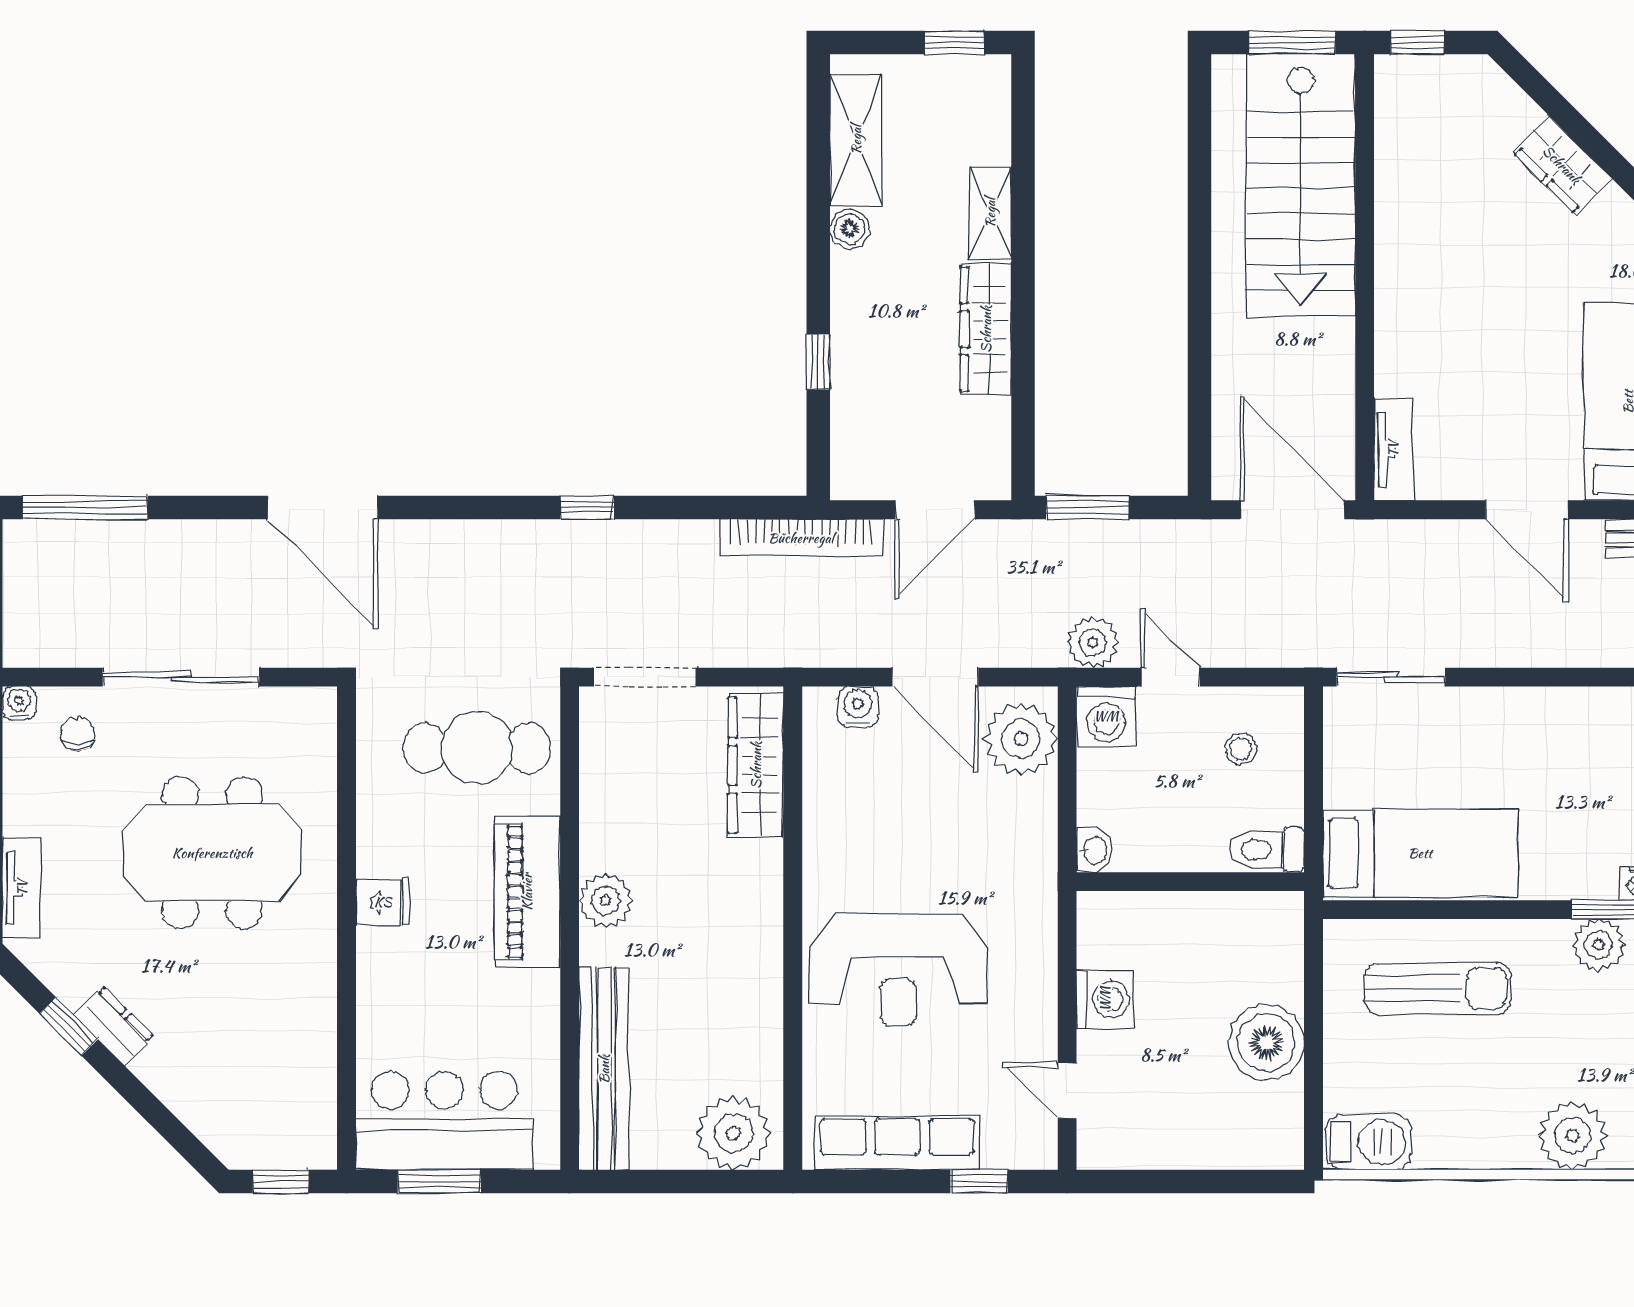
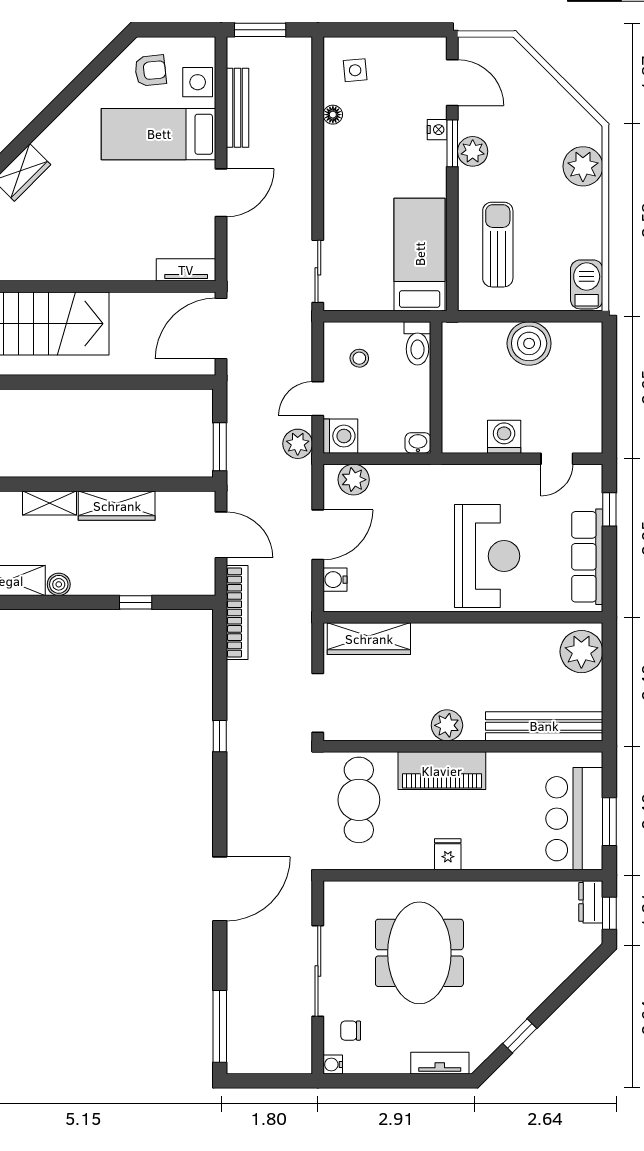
plant: (1021, 739) -> (354, 480), width x0.73, depth x0.73
dresser: (114, 1026) -> (591, 902), moved, turned -45

